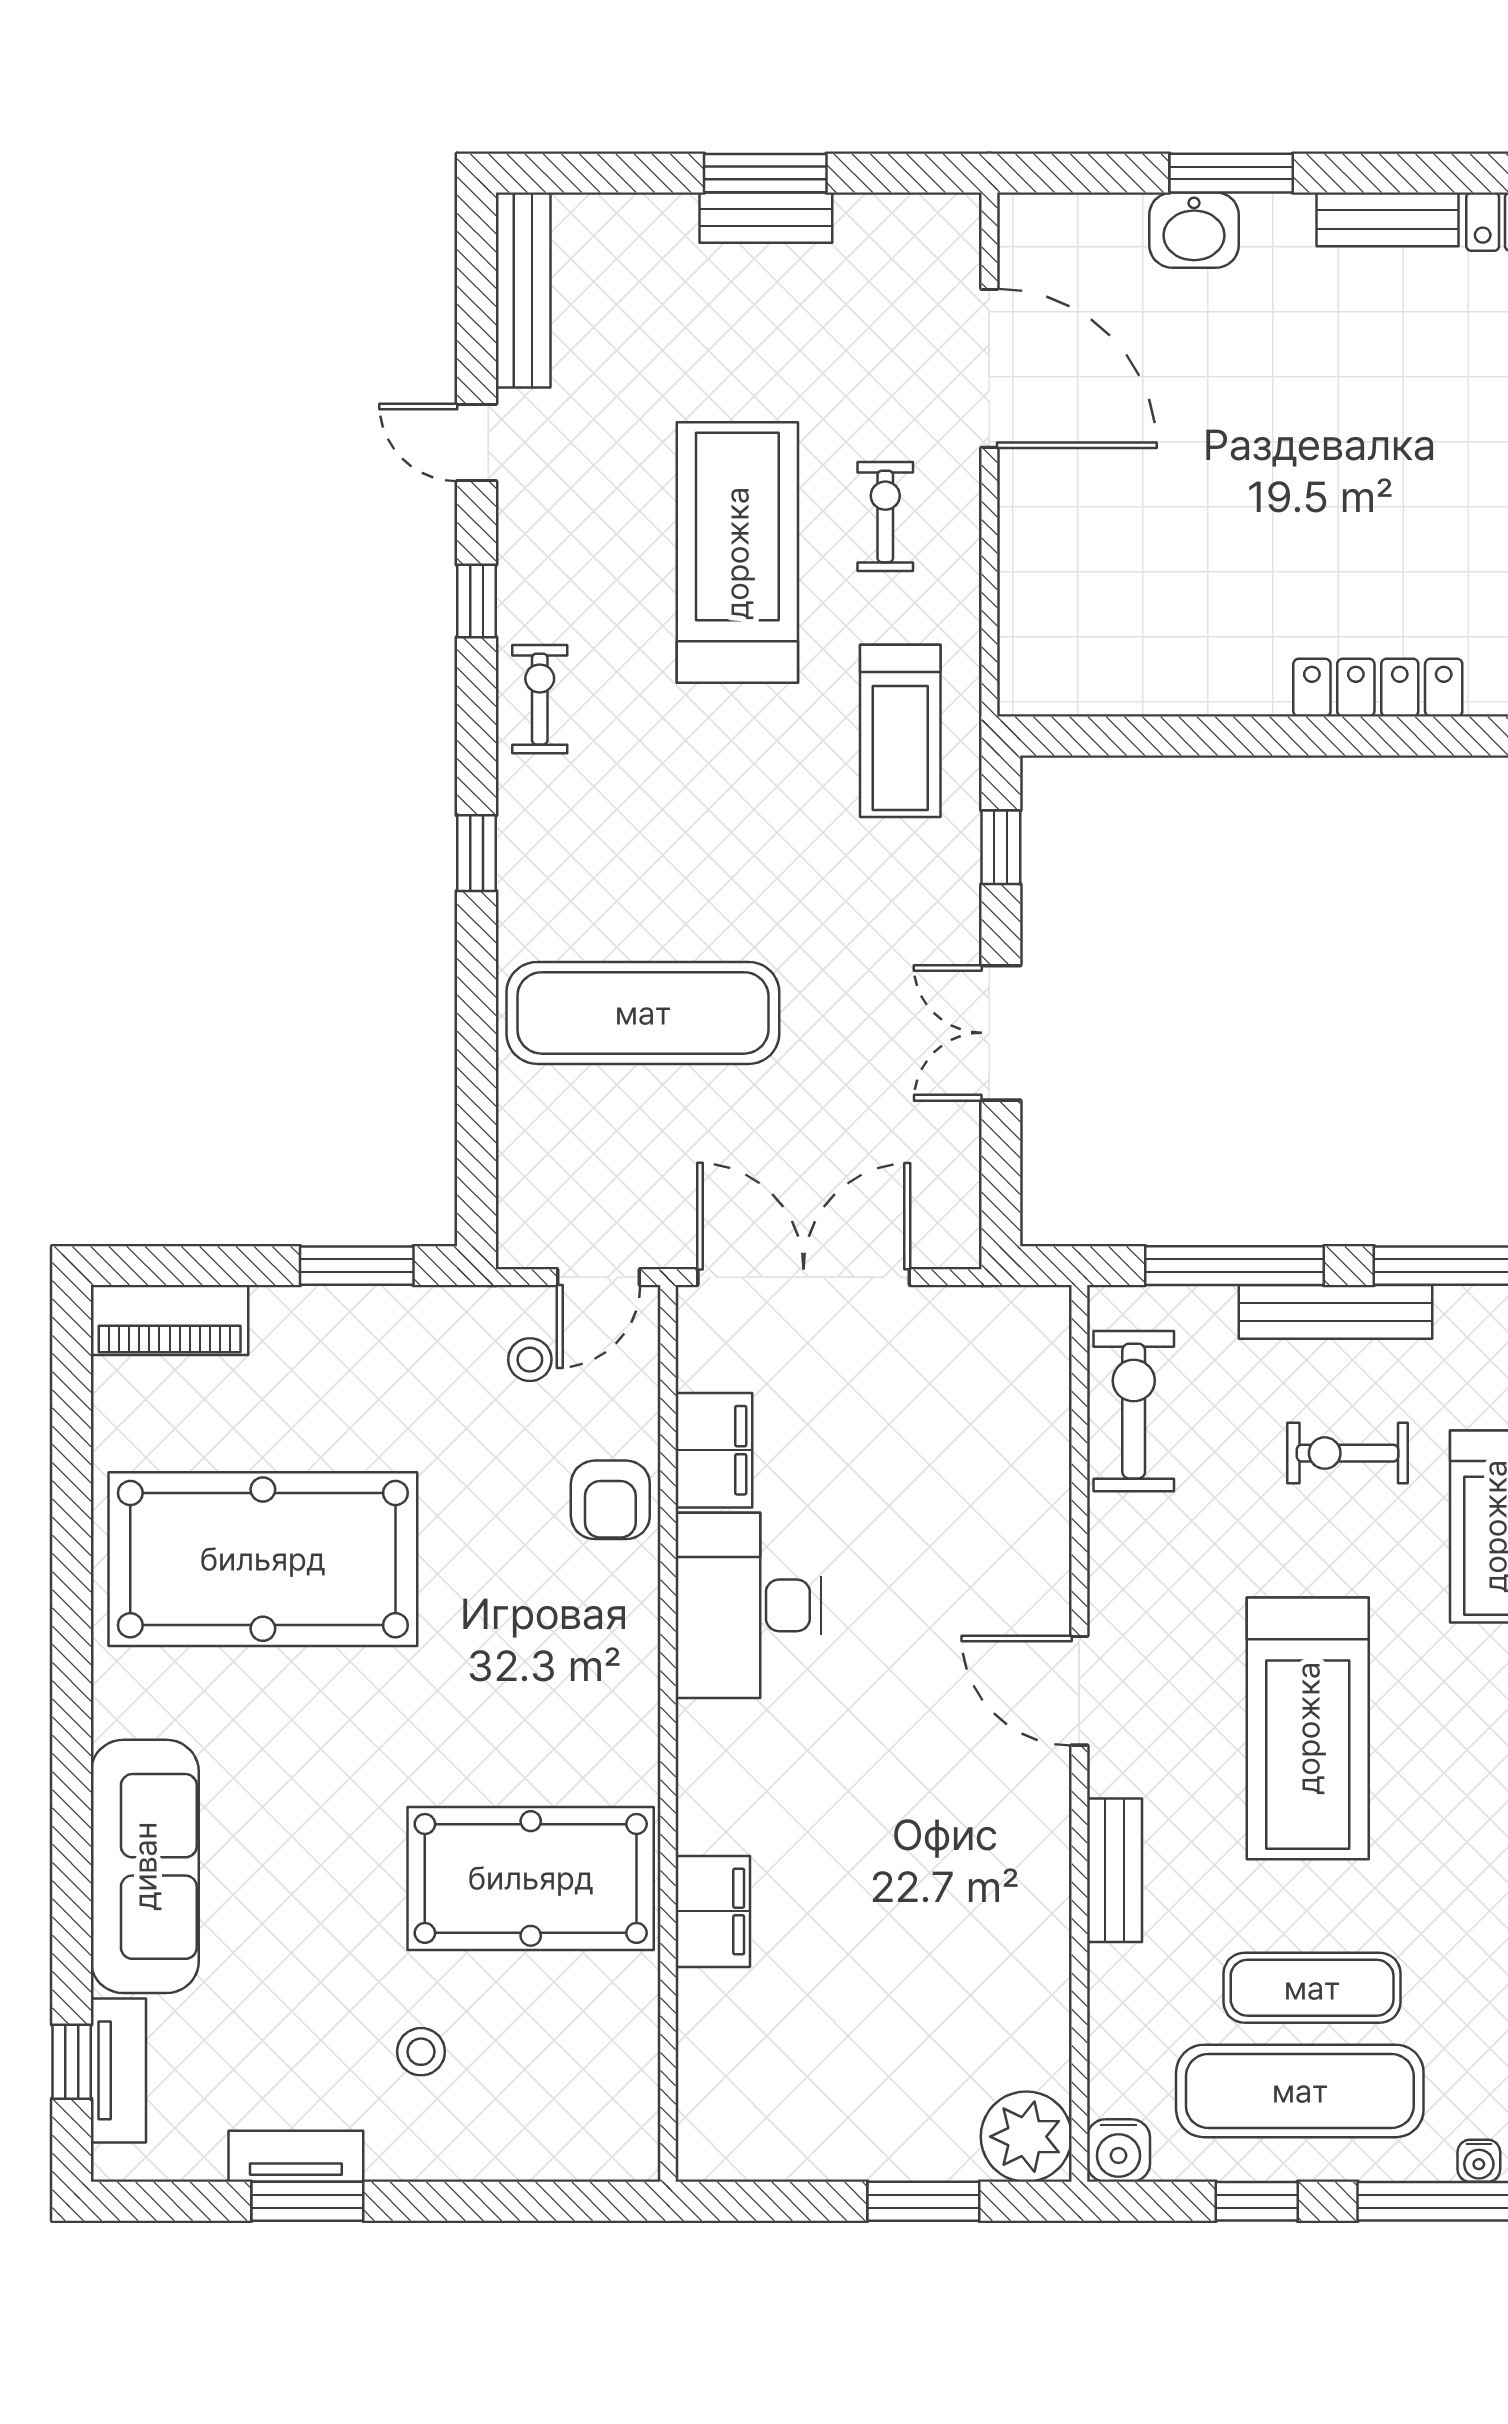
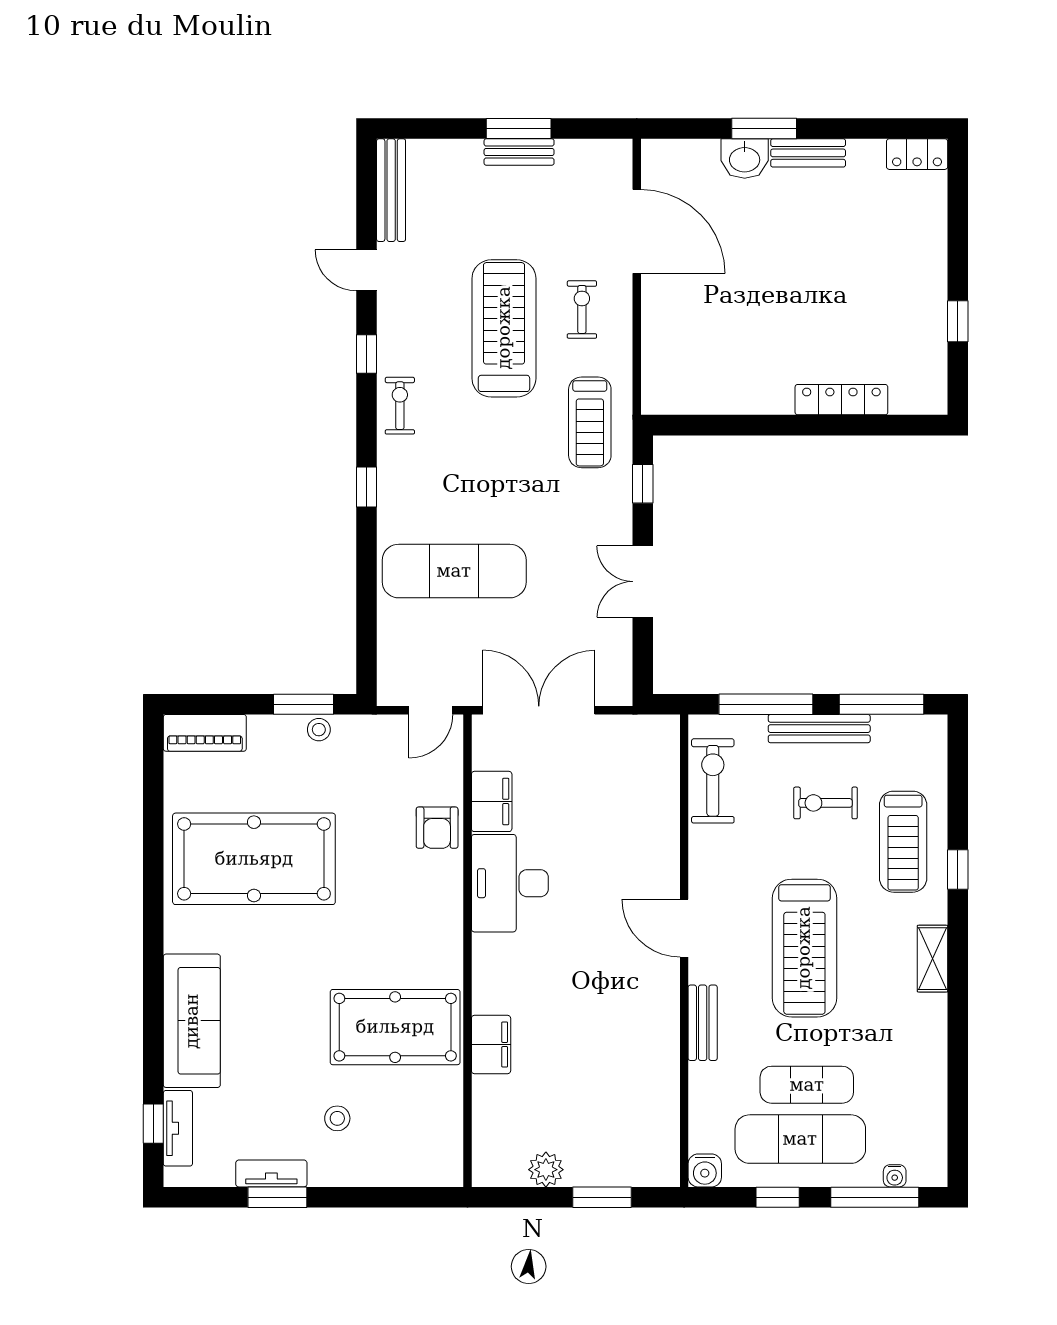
bench: (1387, 219) -> (808, 153), moved
stool: (530, 1360) -> (319, 730), moved
plant: (1026, 2137) -> (546, 1170), moved, width x0.73, depth x0.73

